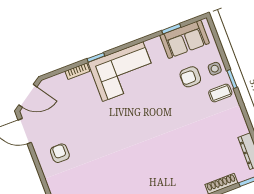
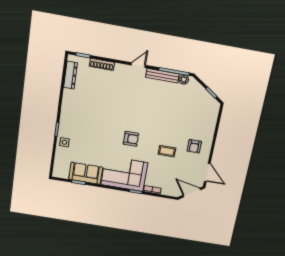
sofa: (185, 39) -> (86, 173), moved
armchair: (190, 77) -> (131, 139), moved
coffee table: (220, 93) -> (167, 151), moved

